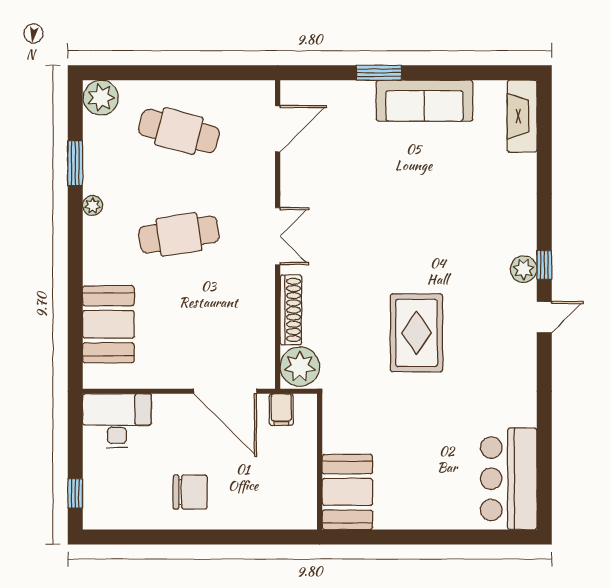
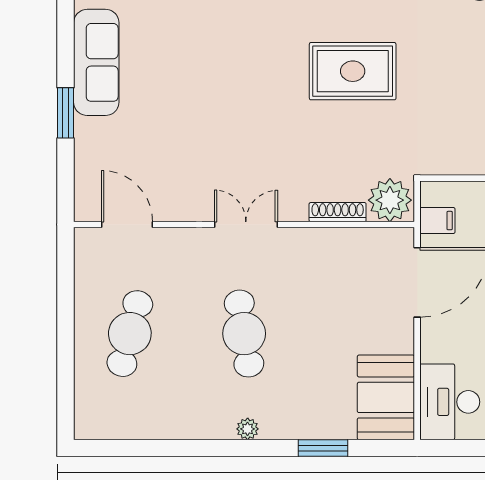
plant: (101, 98) -> (93, 420), removed
window: (75, 163) -> (323, 448), moved
plant: (93, 206) -> (248, 429), moved
shoe rack: (291, 310) -> (338, 212), width x0.74, depth x0.81
booth: (108, 324) -> (386, 397), moved, turned 90

